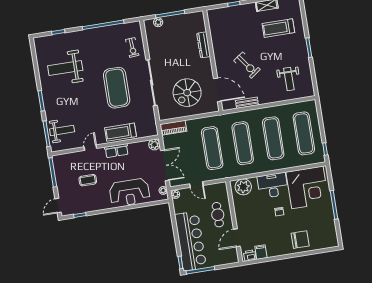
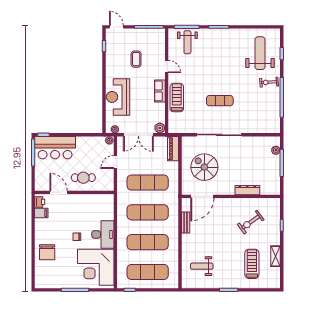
exercise bike: (132, 47) -> (269, 82), moved
exercise bike: (247, 65) -> (251, 222), moved
weight bench: (65, 68) -> (260, 53), moved
exercise mat: (117, 88) -> (220, 101), width x0.50, depth x0.69
plant: (243, 187) -> (106, 206), removed
bar counter: (190, 241) -> (55, 148), width x0.73

